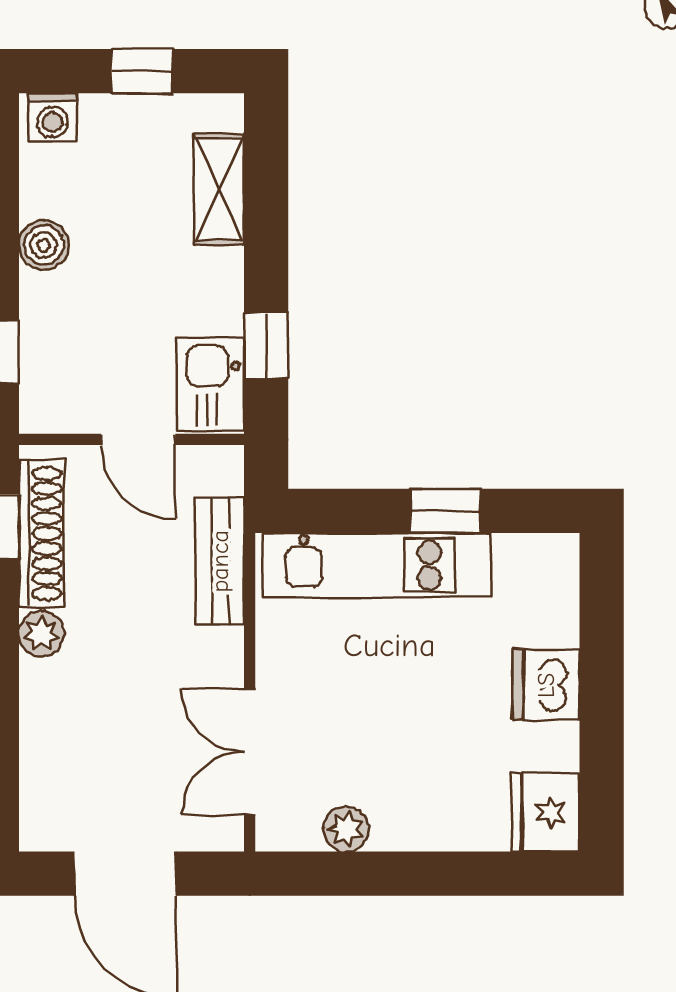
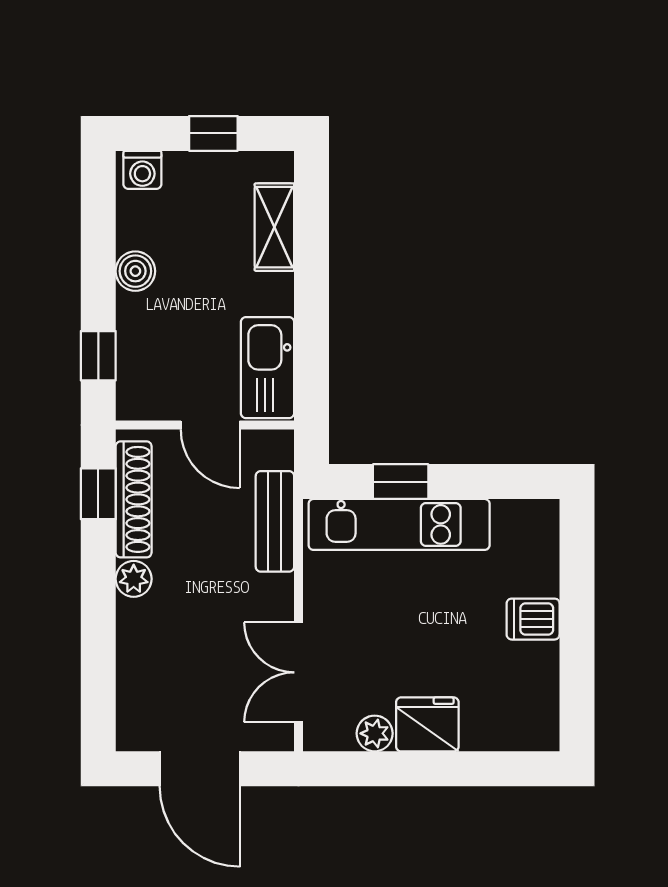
window: (266, 346) -> (312, 351), removed
kitchen sink: (211, 384) -> (267, 368), width x1.38
window: (445, 511) -> (401, 482), moved
dishwasher: (546, 685) -> (533, 619), width x0.73
fridge: (545, 812) -> (427, 724), moved, turned 90

